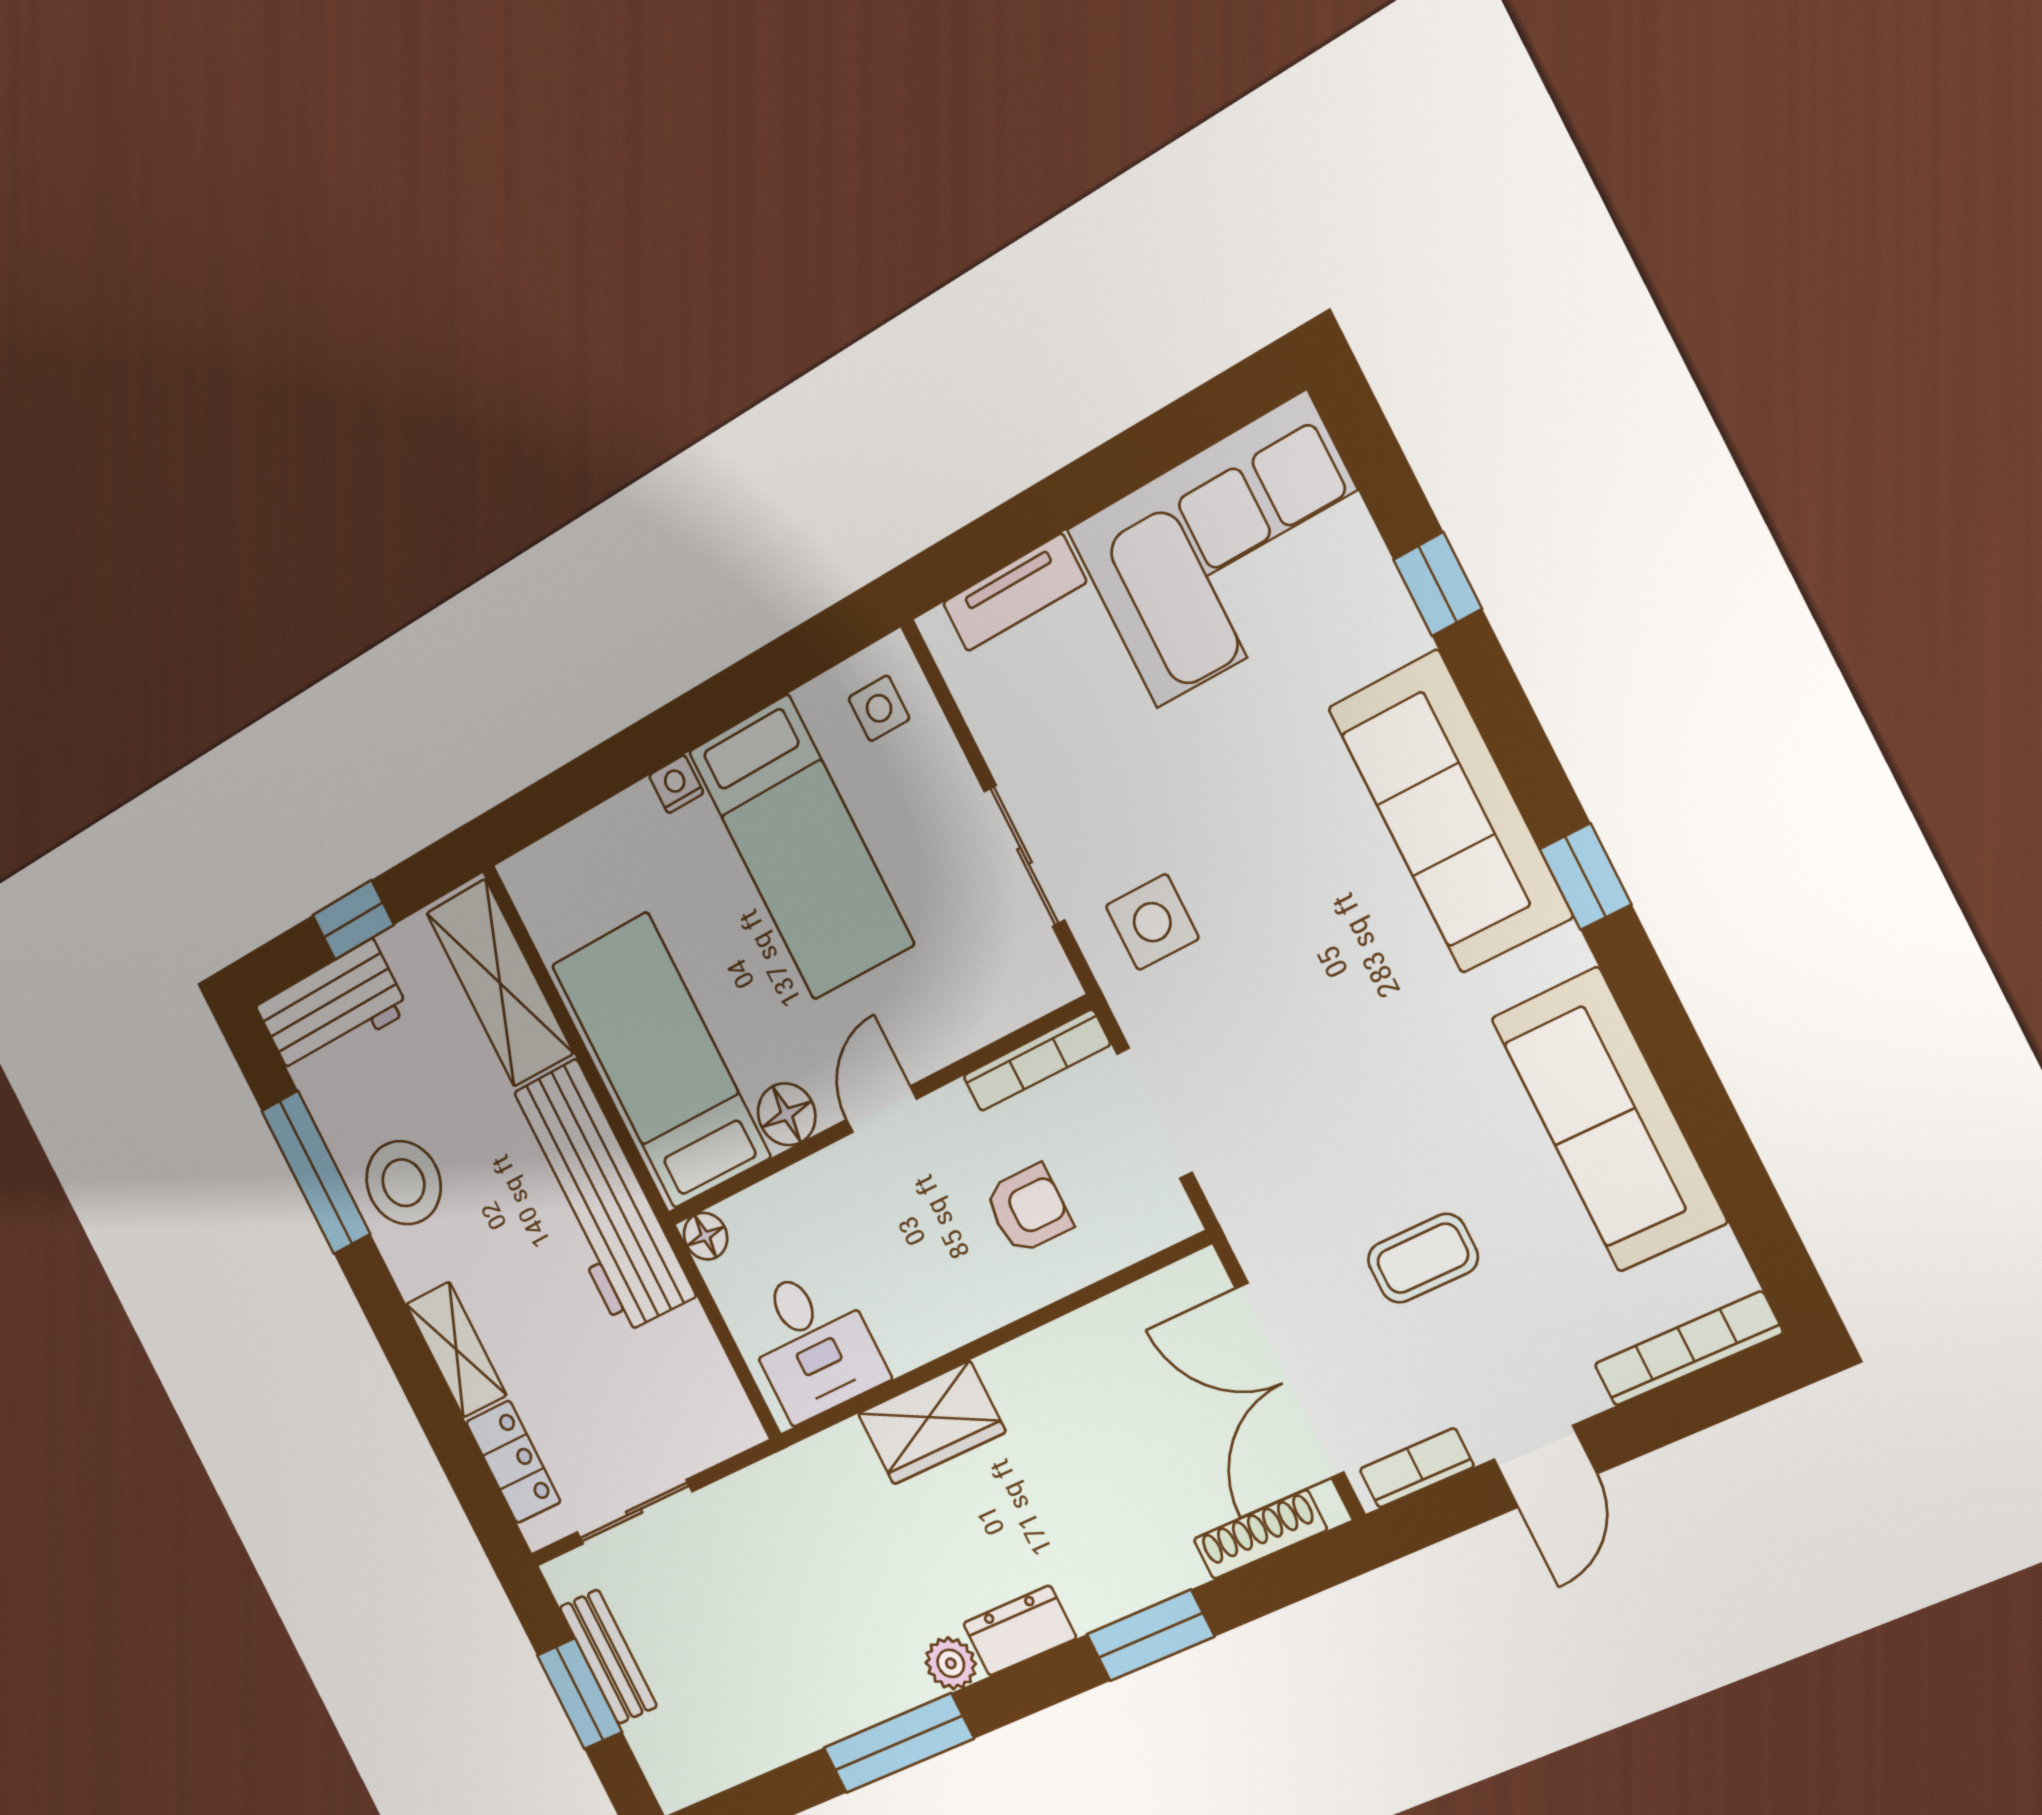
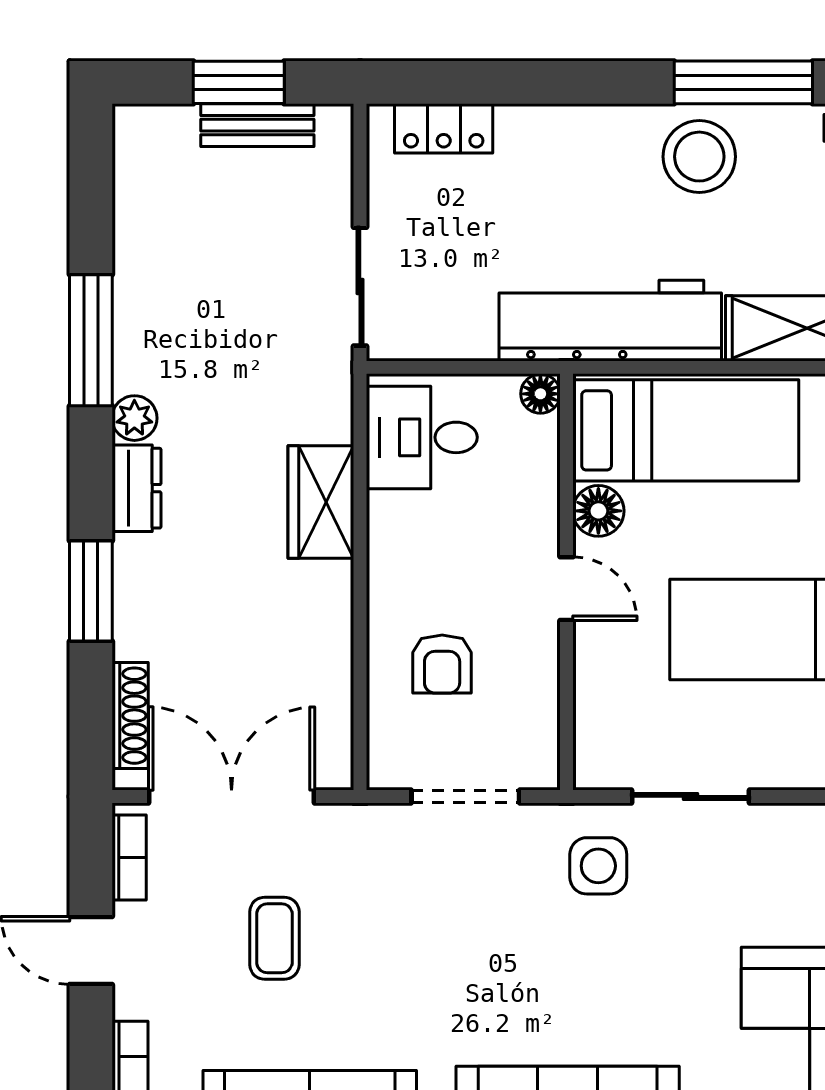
bookcase: (1037, 1060) -> (544, 728), removed
shelving: (456, 1350) -> (552, 128), removed
sliding door: (634, 1512) -> (360, 287), moved

